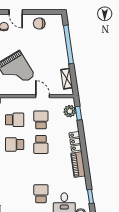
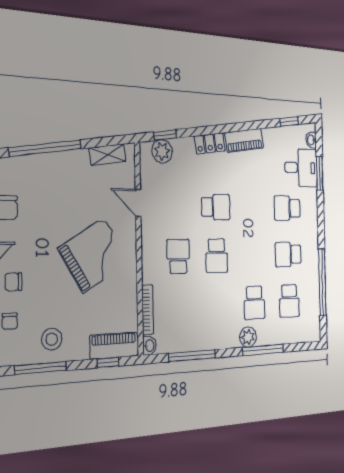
door: (42, 96) -> (138, 203), hinge flipped
school desk: (41, 120) -> (288, 254), moved

